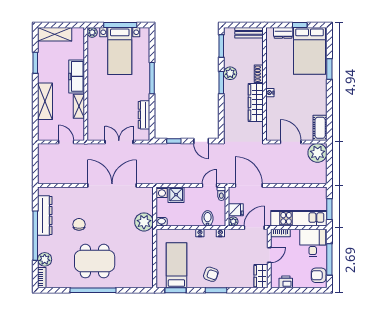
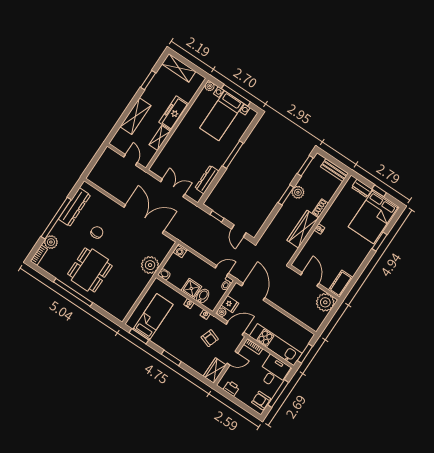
shower: (176, 195) -> (191, 289), moved
dining table: (95, 261) -> (90, 270), turned 90
armchair: (211, 274) -> (210, 338), moved

